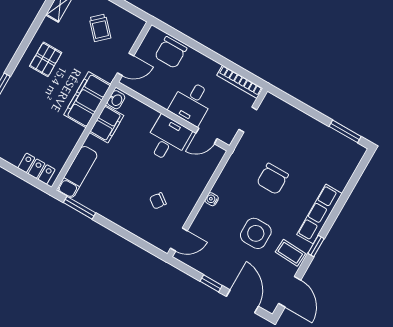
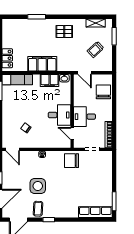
chair: (171, 52) -> (103, 92), turned 90
filing cabinet: (87, 100) -> (42, 64), moved
chair: (273, 179) -> (71, 161), moved
row of seats: (319, 214) -> (95, 212), moved

